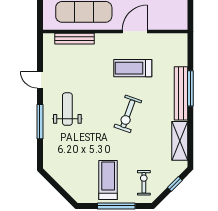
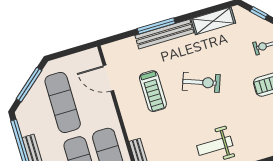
door: (135, 31) -> (108, 78), moved

